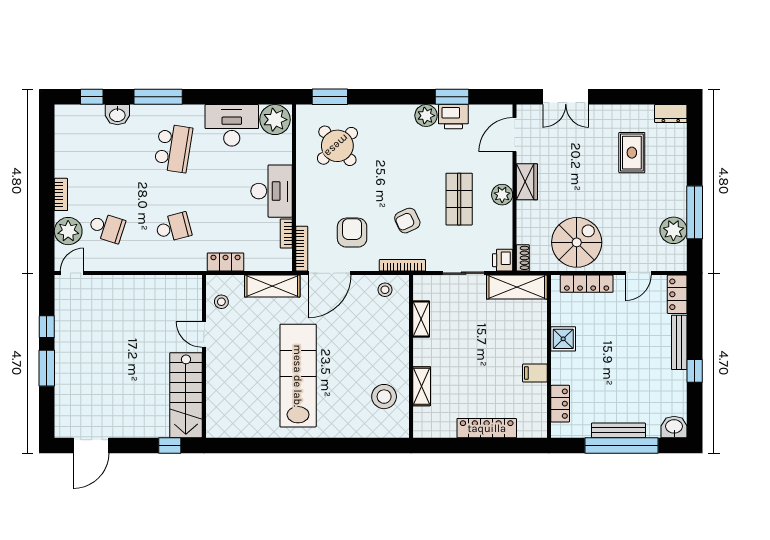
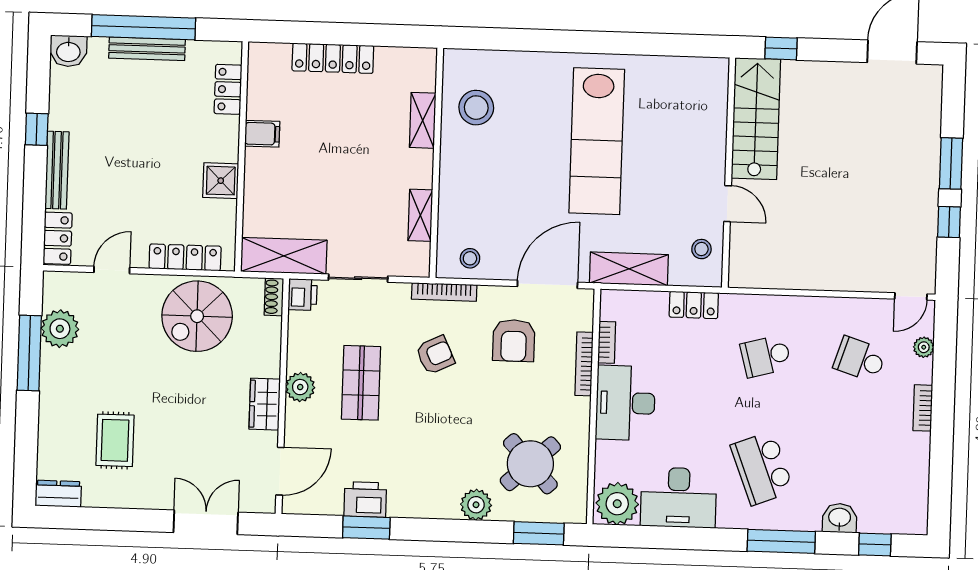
plant: (426, 116) -> (476, 505), moved
school desk: (173, 148) -> (762, 468), turned -30
plant: (68, 231) -> (924, 347), width x0.53, depth x0.53
bookcase: (302, 249) -> (584, 364), moved

